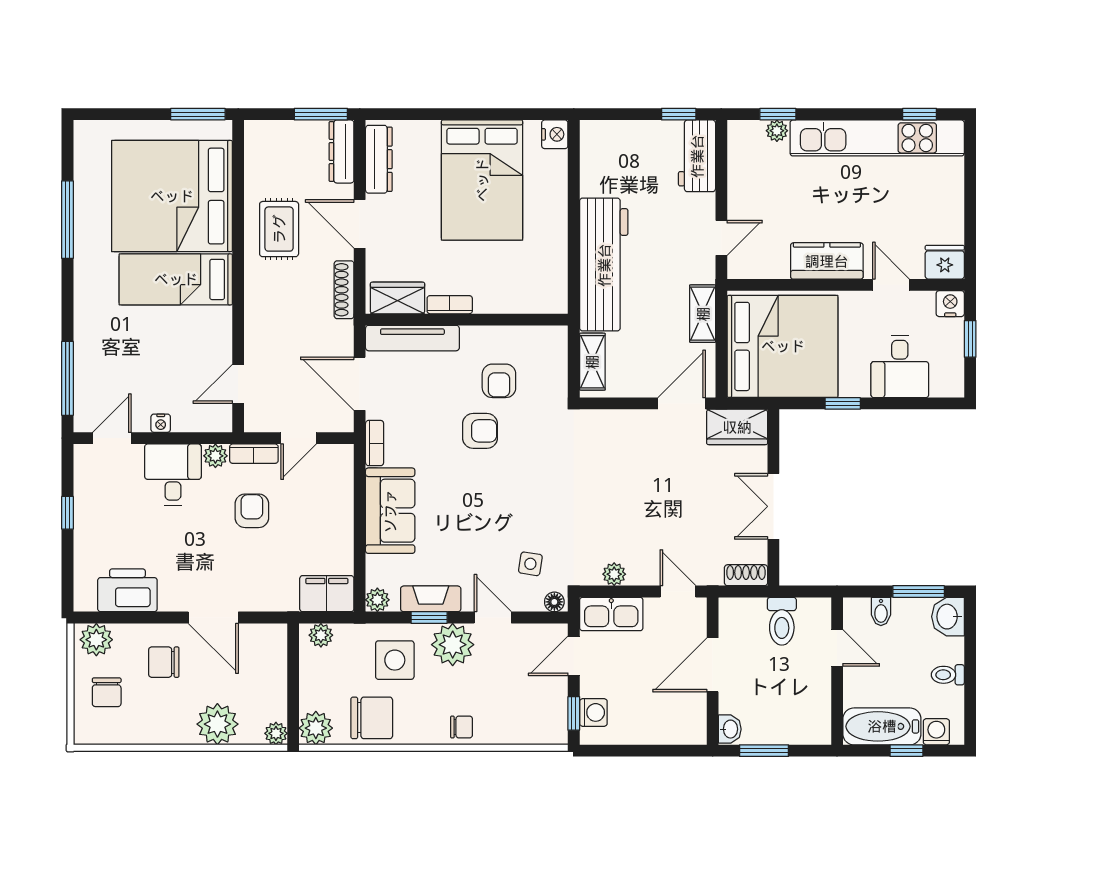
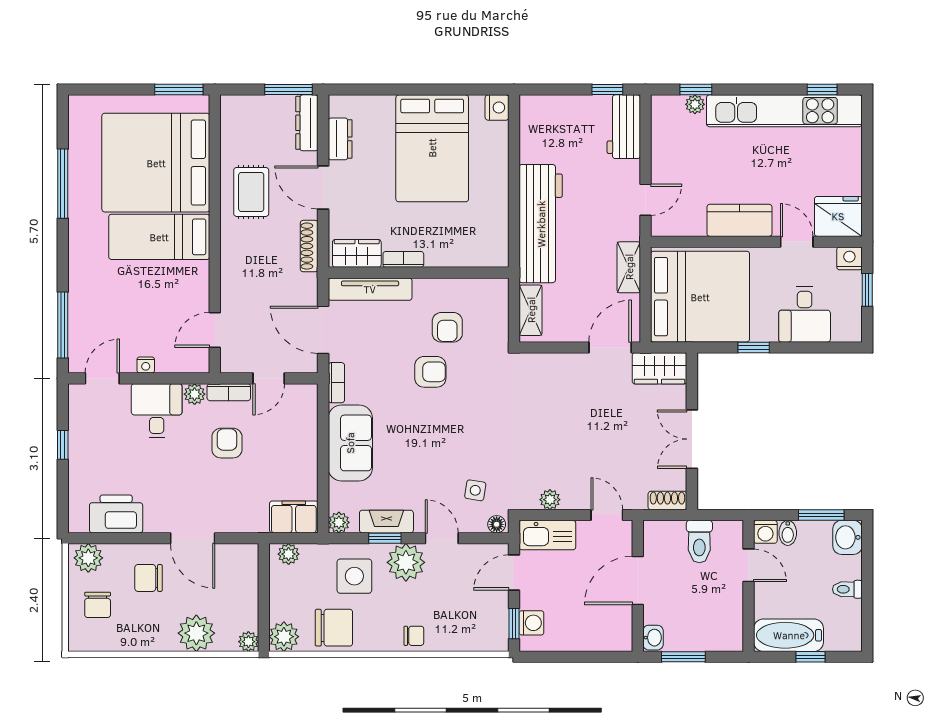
dresser: (379, 159) -> (340, 139), width x0.70
fridge: (945, 262) -> (838, 216), width x1.36, depth x1.34
washing machine: (936, 732) -> (765, 532), moved, turned 180

